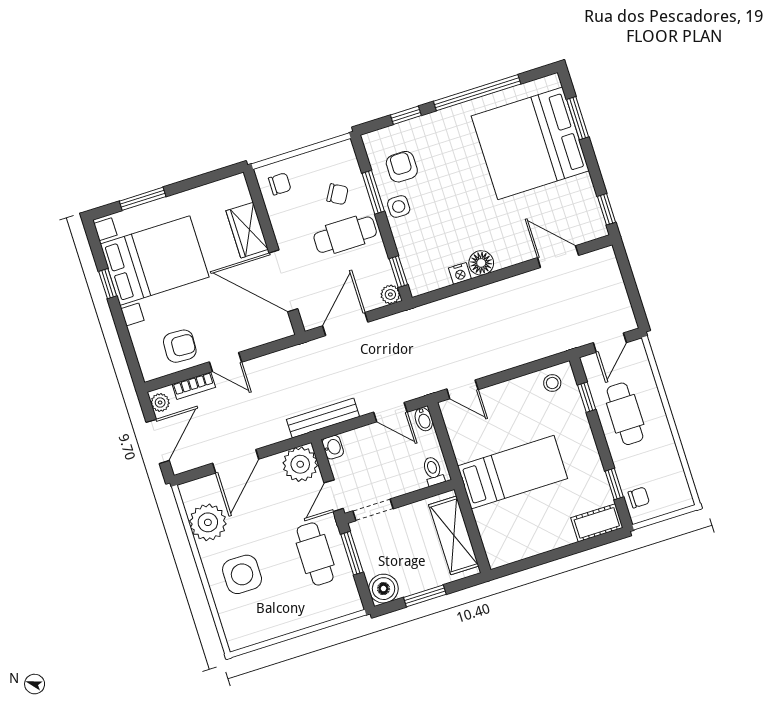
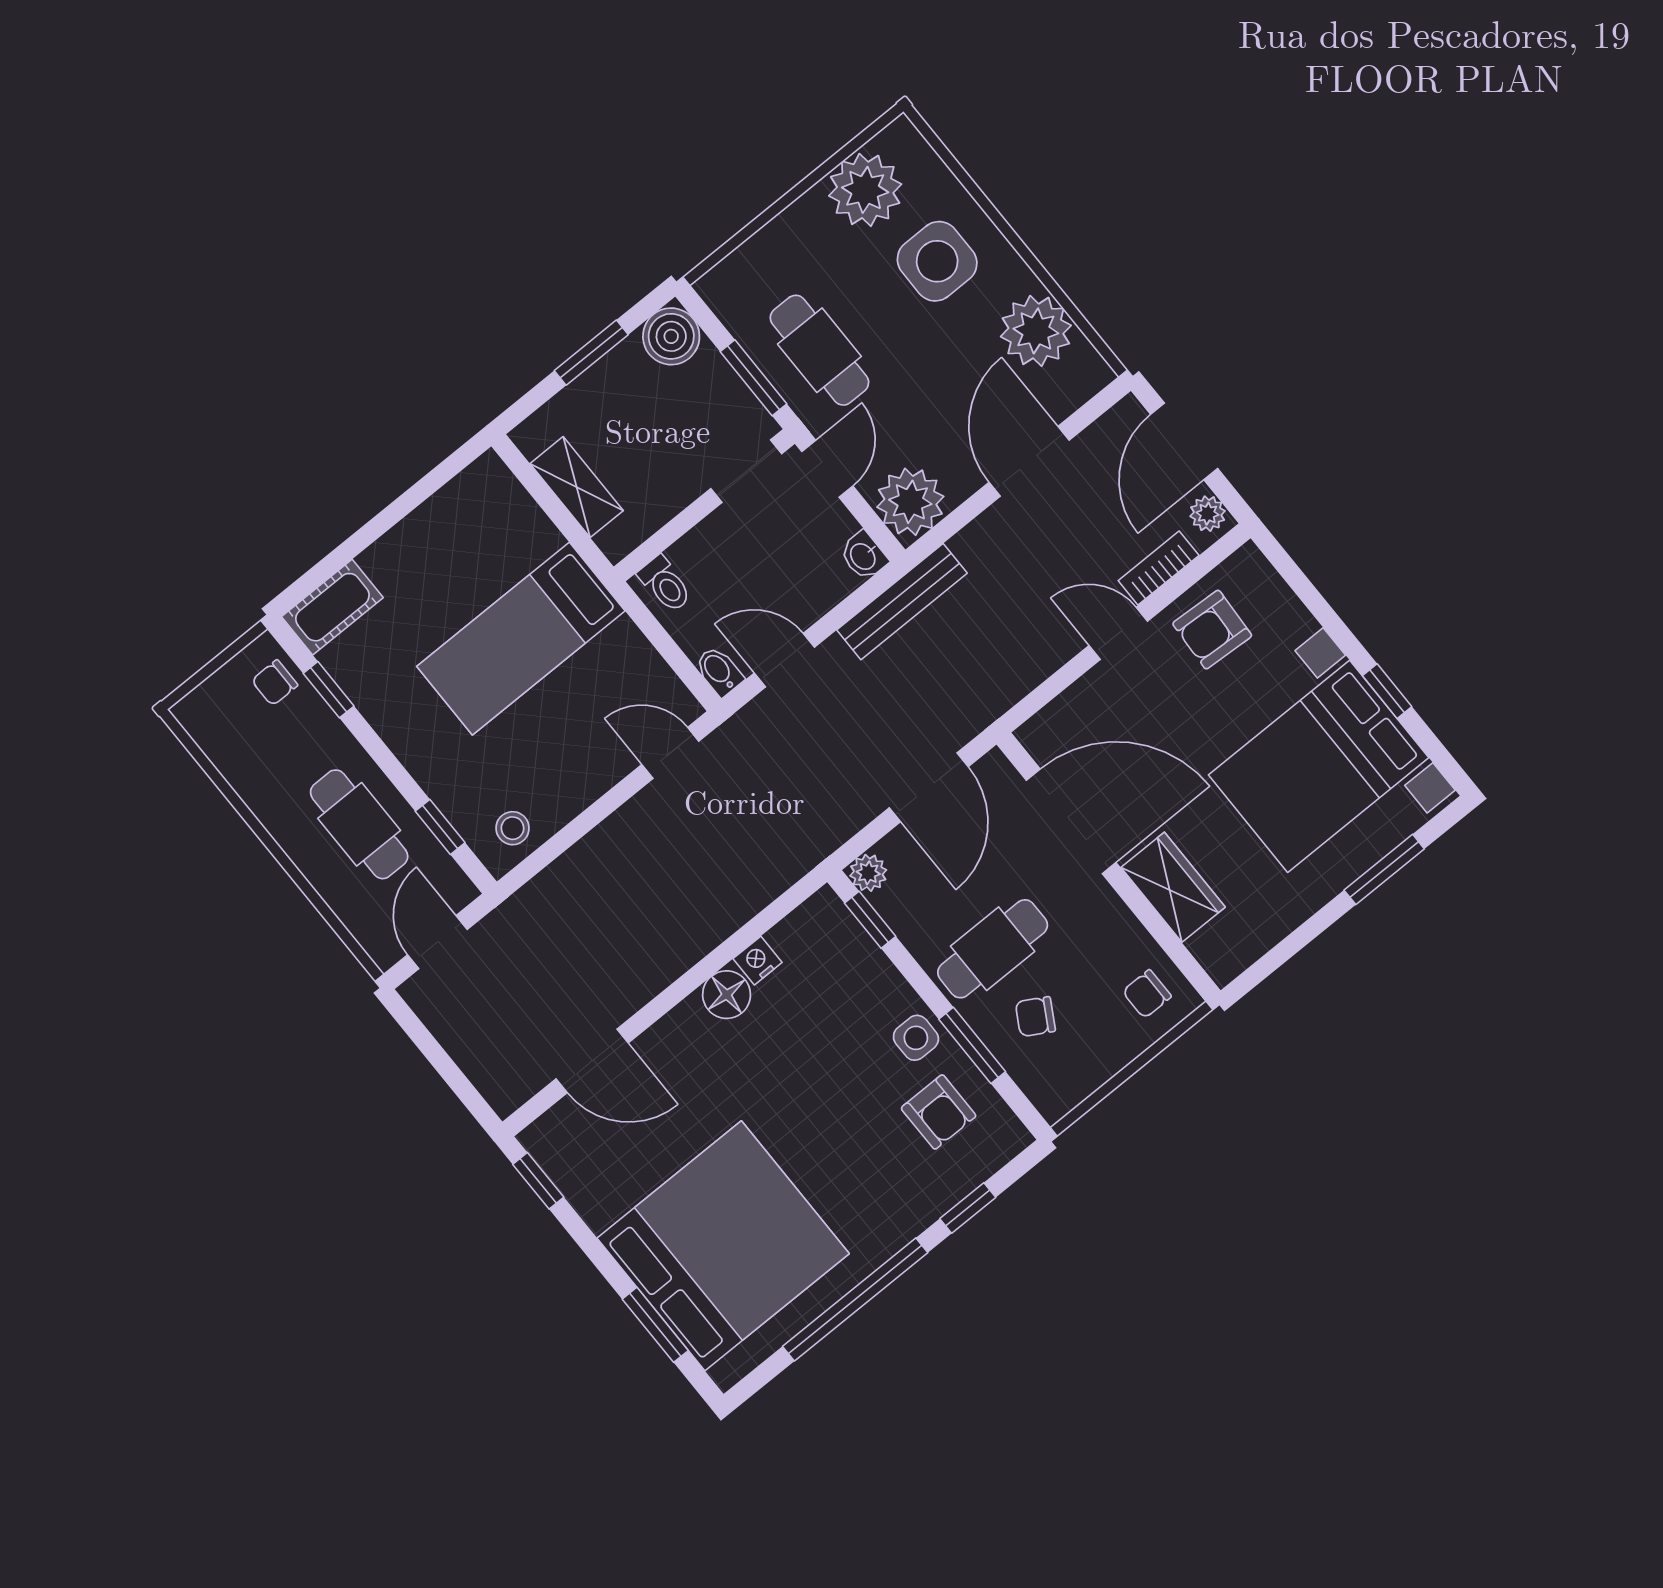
shelving: (454, 535) -> (577, 487), width x0.67, depth x0.75
plant: (263, 622) -> (865, 190), added

